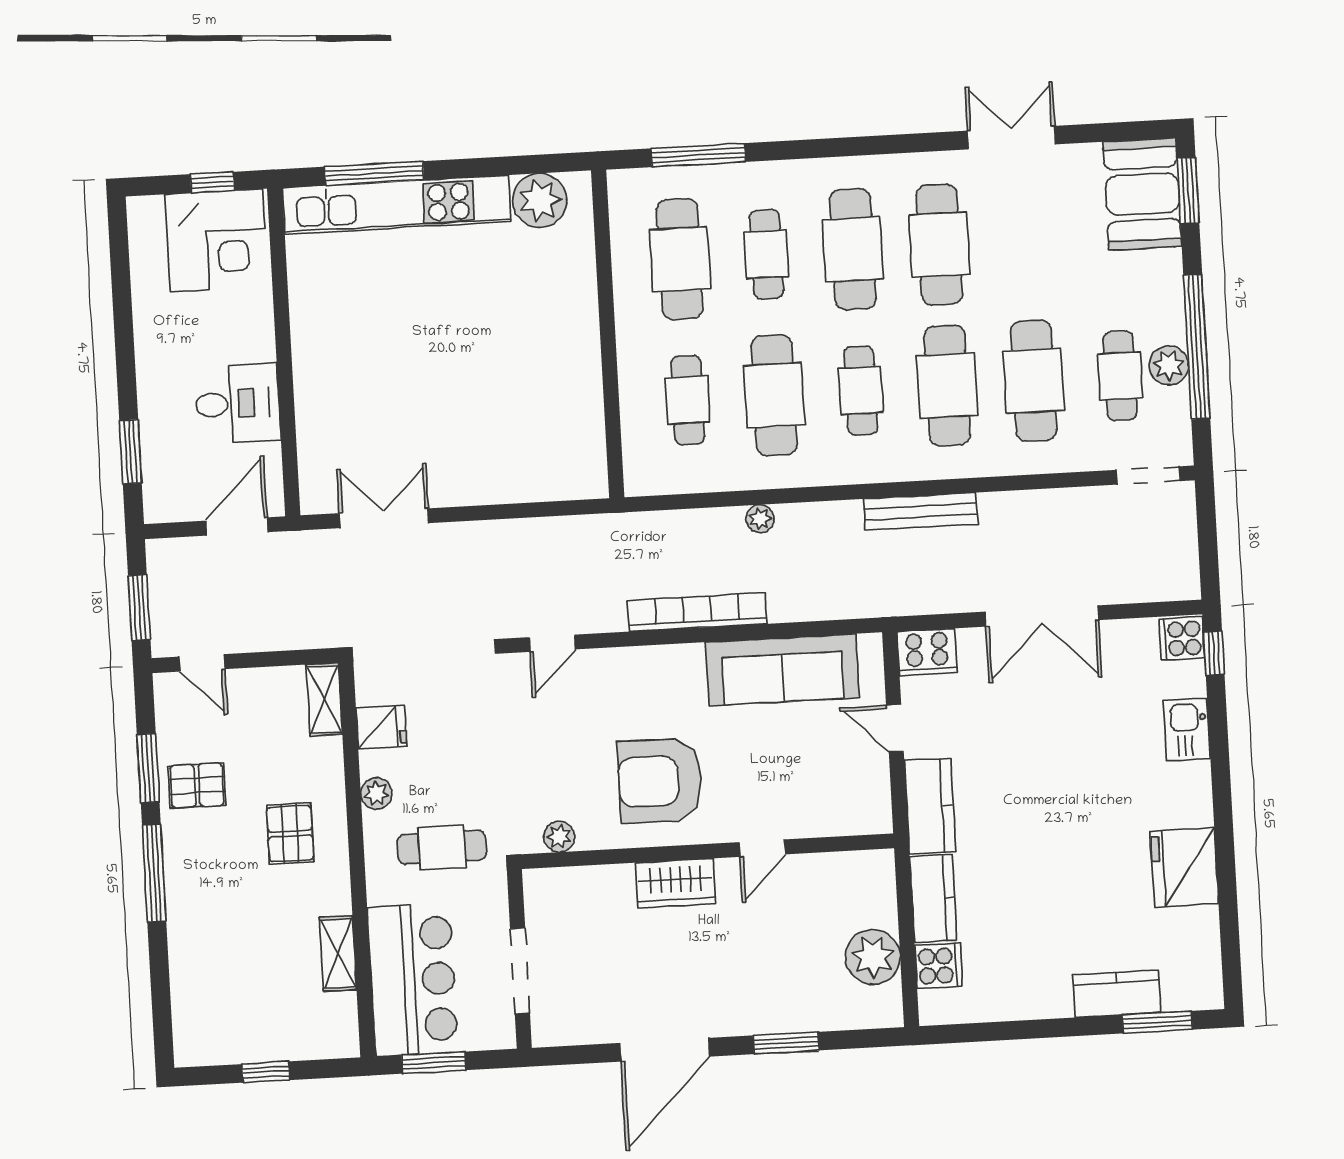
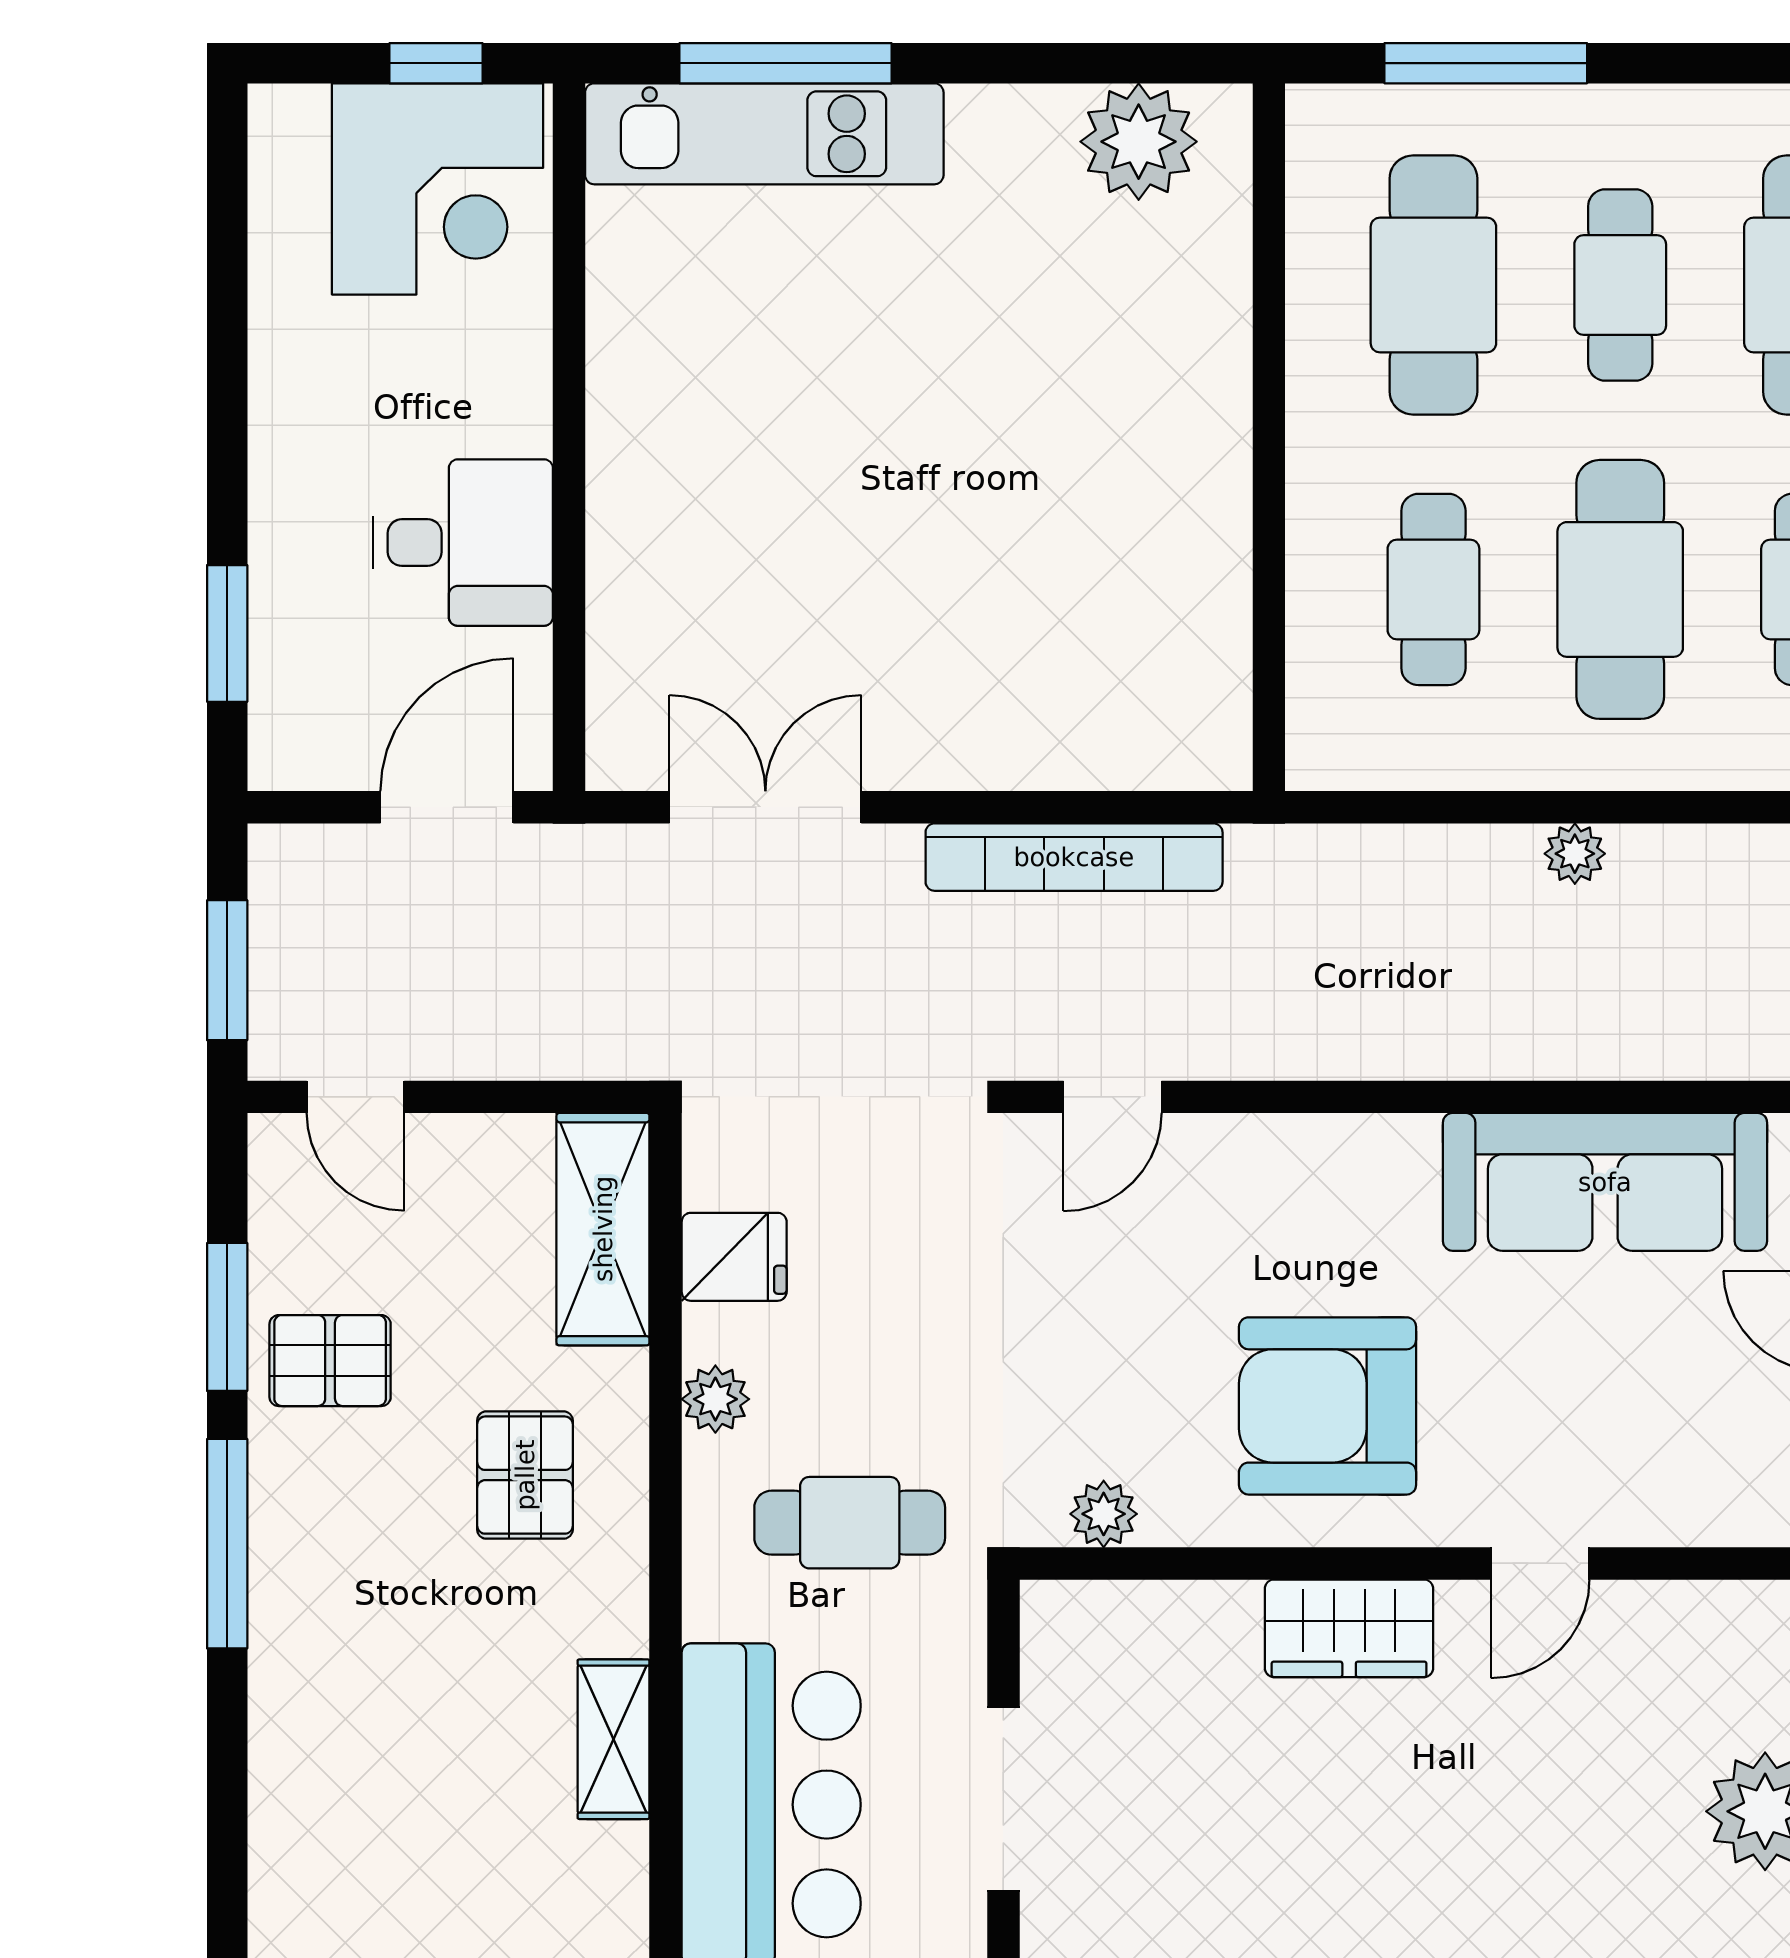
kitchen unit: (396, 205) -> (764, 134), width x0.73
bookcase: (697, 612) -> (1074, 857), moved, turned 180
shelving: (324, 699) -> (603, 1229), width x1.50, depth x1.33

